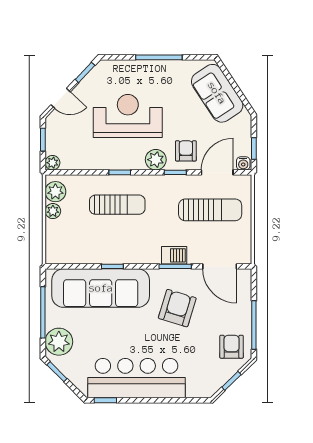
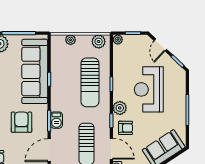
reception desk: (128, 116) -> (149, 89), turned 180
sun lounger: (117, 205) -> (90, 82), width x1.36, depth x1.34
plant: (53, 211) -> (71, 40), moved
armchair: (177, 308) -> (21, 122), turned -107

